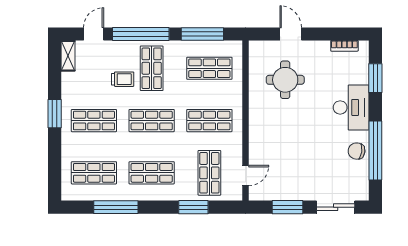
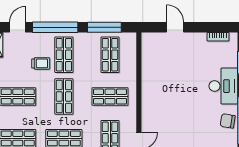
shop shelf: (209, 68) -> (110, 55), turned 90
round table: (285, 80) -> (171, 64), removed
shop shelf: (152, 121) -> (64, 97), turned 90

